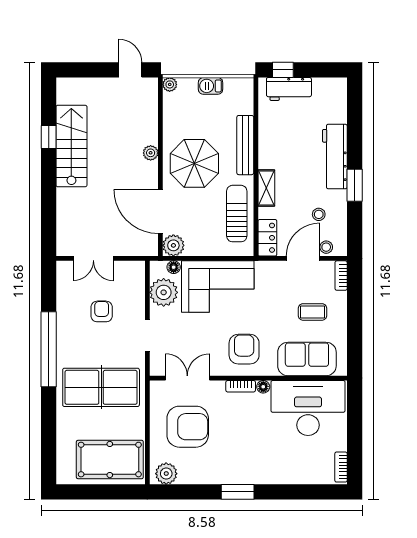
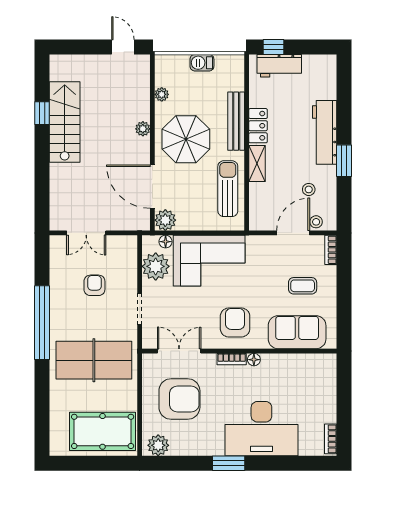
plant: (170, 84) -> (162, 94), moved
locker: (267, 238) -> (258, 126), moved
desk: (308, 408) -> (261, 429), moved, turned 180

